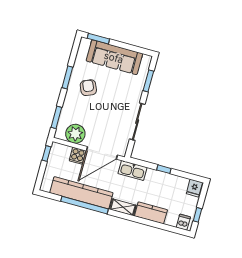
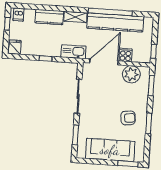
armchair: (88, 88) -> (128, 118), turned -73

